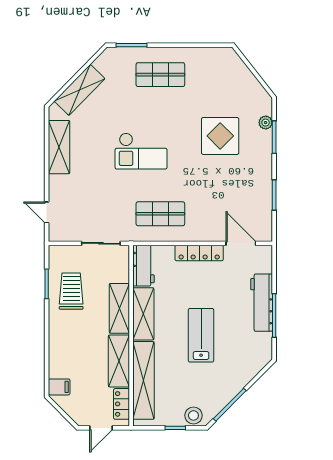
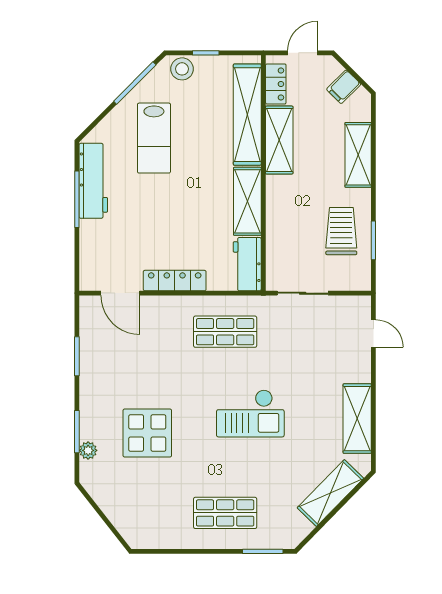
checkout: (141, 151) -> (250, 413), turned 180
trolley: (71, 291) -> (341, 231), turned 180
workbench: (262, 303) -> (93, 181), moved
shelving: (119, 308) -> (358, 155), moved
lab bench: (201, 335) -> (154, 138), moved
filing cabinet: (59, 387) -> (344, 87), moved, turned -45

